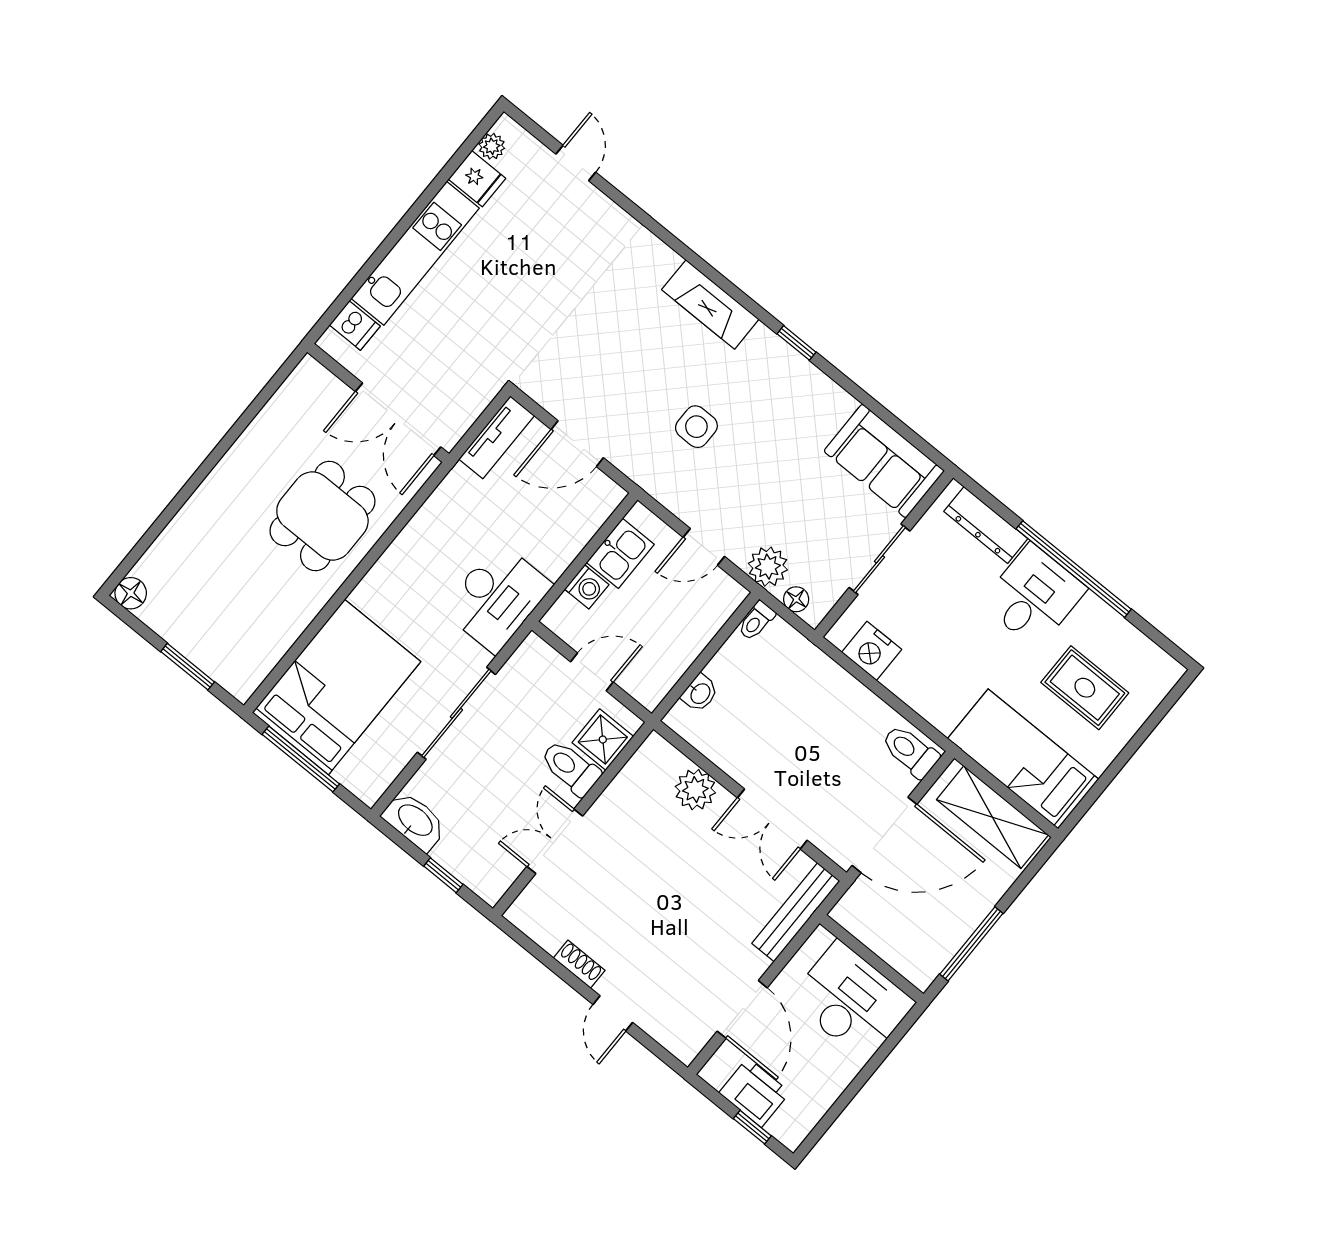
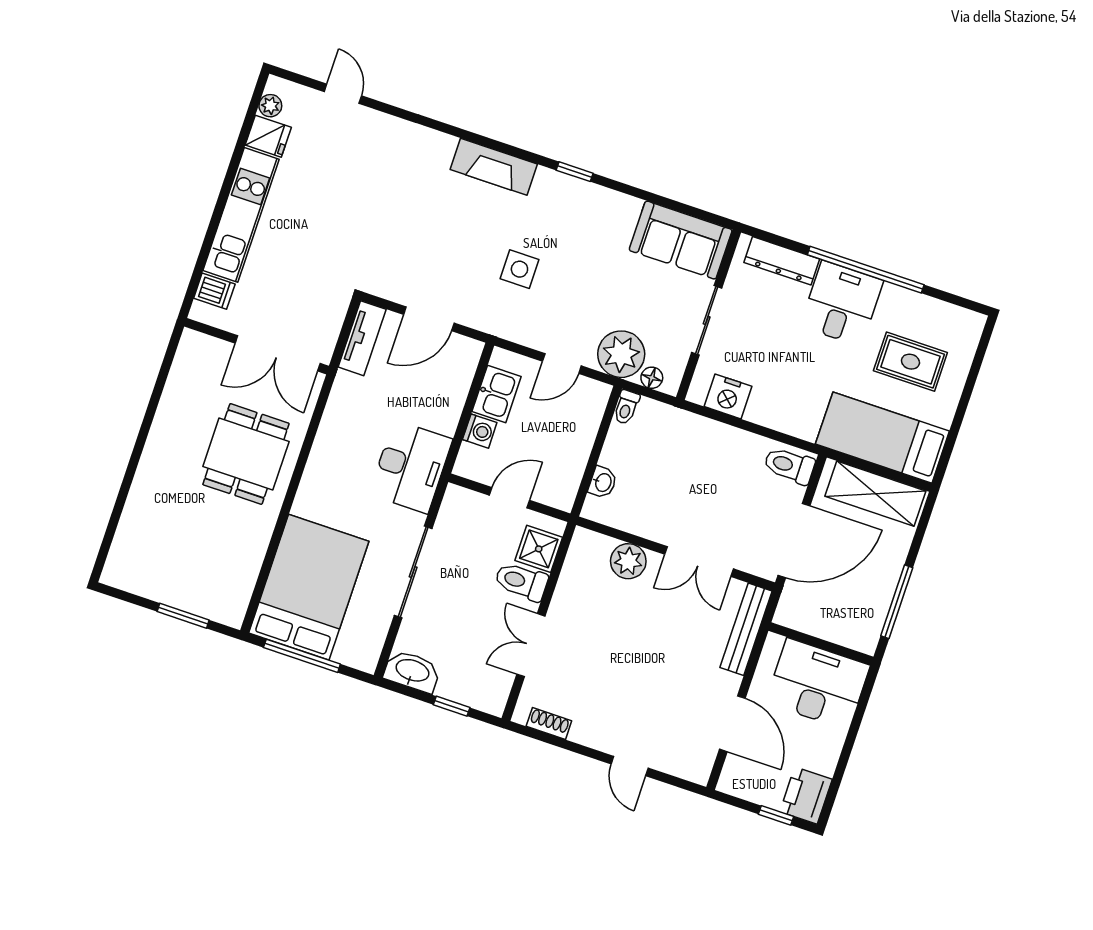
plant: (768, 567) -> (621, 354), width x1.36, depth x1.36
floor lamp: (131, 593) -> (115, 574), removed
shoe rack: (579, 964) -> (549, 724), moved
printer: (754, 1093) -> (806, 795), moved, turned -90

